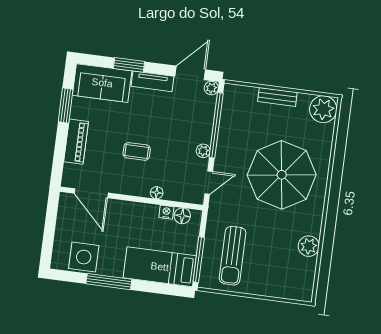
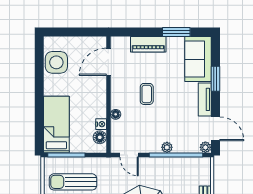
plant: (203, 151) -> (167, 147), moved
window: (109, 282) -> (39, 85), removed

